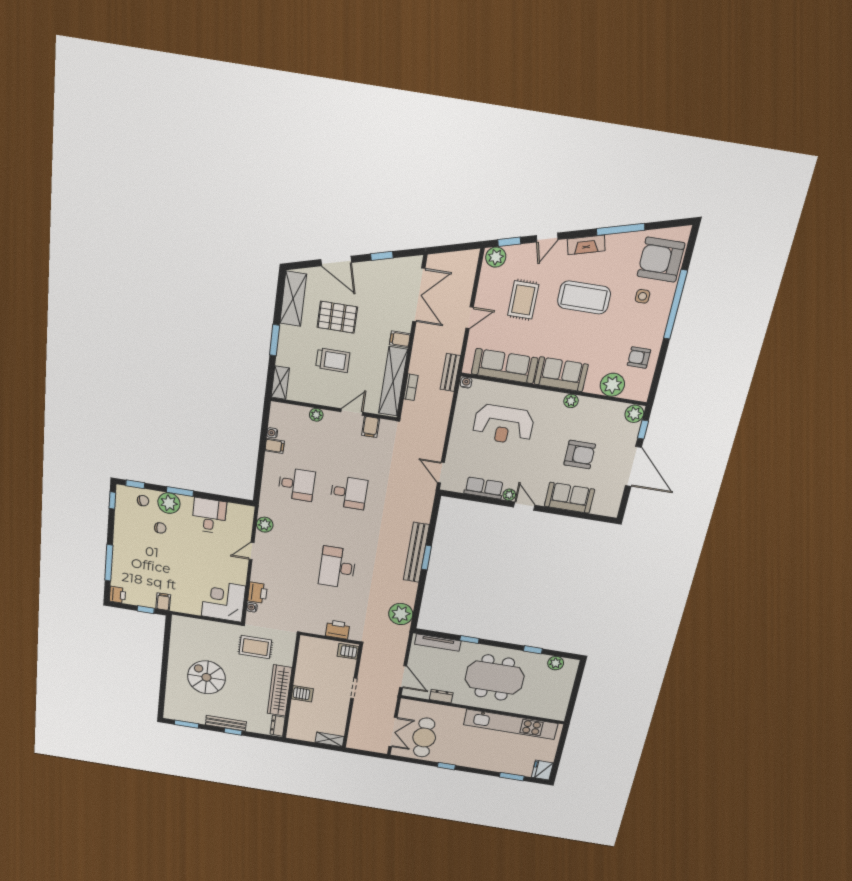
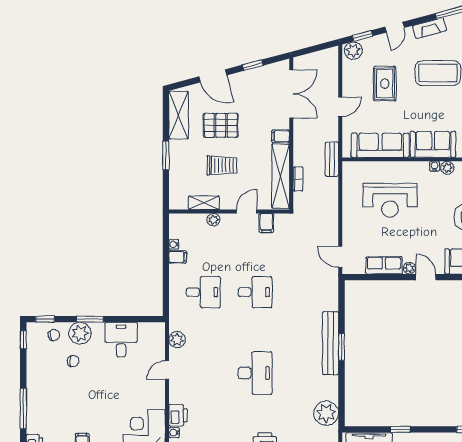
shelving: (280, 383) -> (204, 203), moved, turned 90
water cooler: (466, 383) -> (435, 166), moved
desk: (337, 567) -> (255, 373), turned 180

